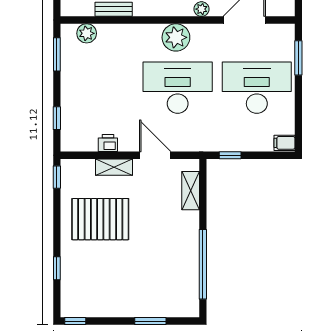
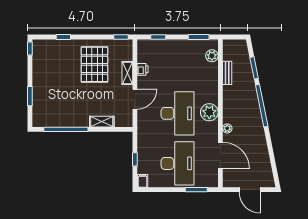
window: (230, 155) -> (135, 159), moved
shelving: (191, 191) -> (102, 122), moved

